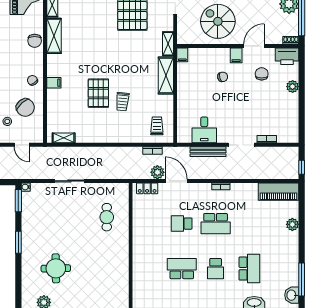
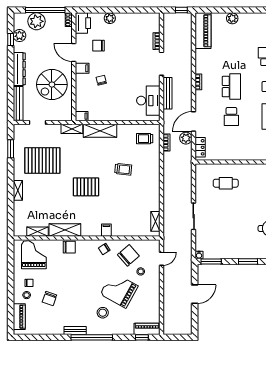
pallet: (98, 93) -> (86, 187), moved
desk: (204, 130) -> (148, 101), width x1.37

